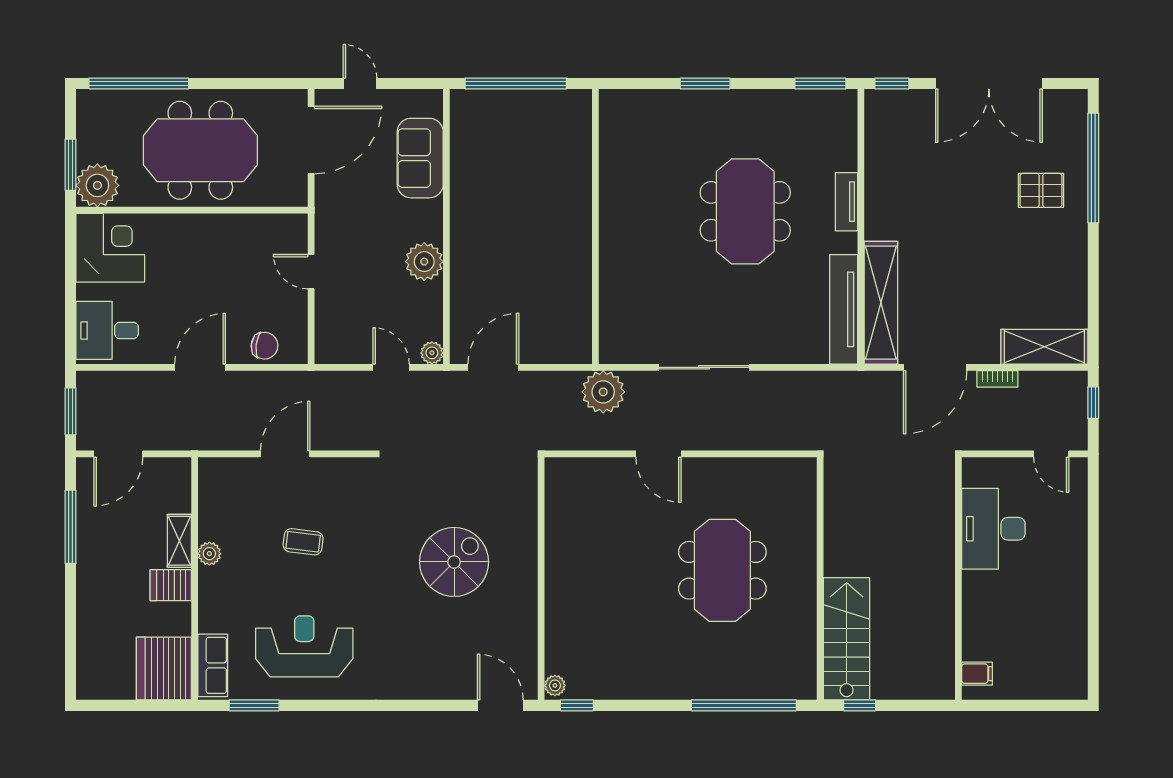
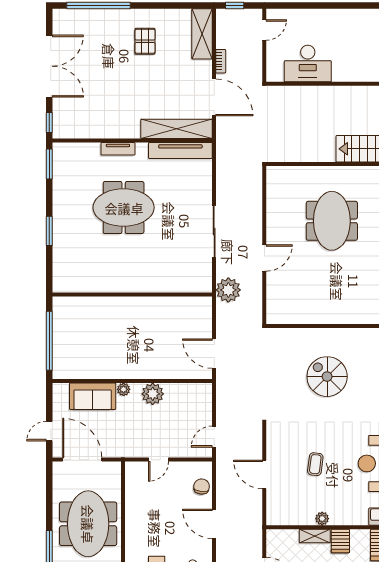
pallet: (1041, 190) -> (145, 41), moved
plant: (432, 353) -> (124, 389), moved
door: (391, 367) -> (214, 437), moved
meeting table: (722, 570) -> (332, 221), turned 90

